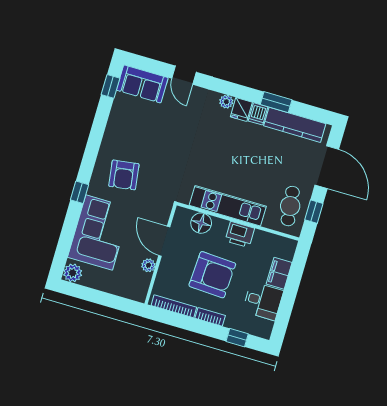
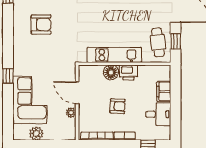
armchair: (124, 175) -> (41, 25), moved, turned -82
floor lamp: (201, 223) -> (111, 72), moved
plant: (73, 273) -> (36, 133), moved
armchair: (212, 275) -> (118, 106), width x0.53, depth x0.53

